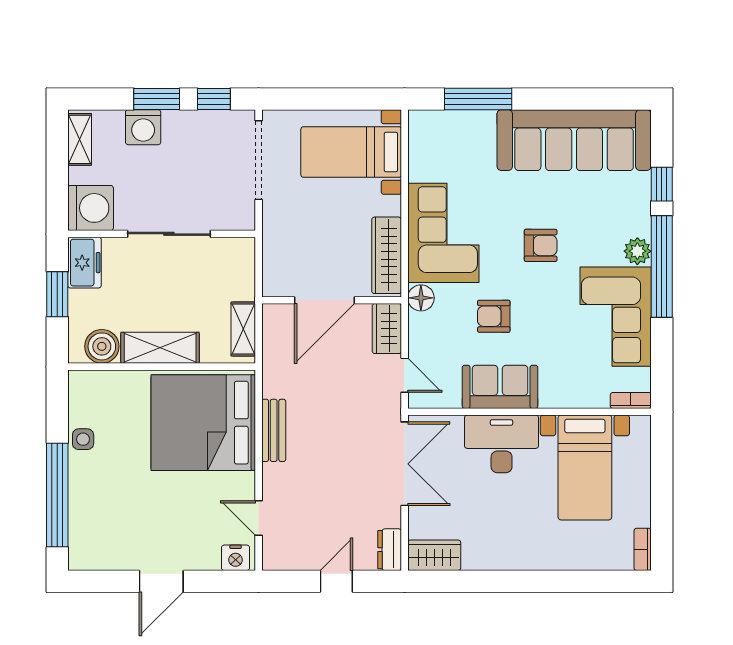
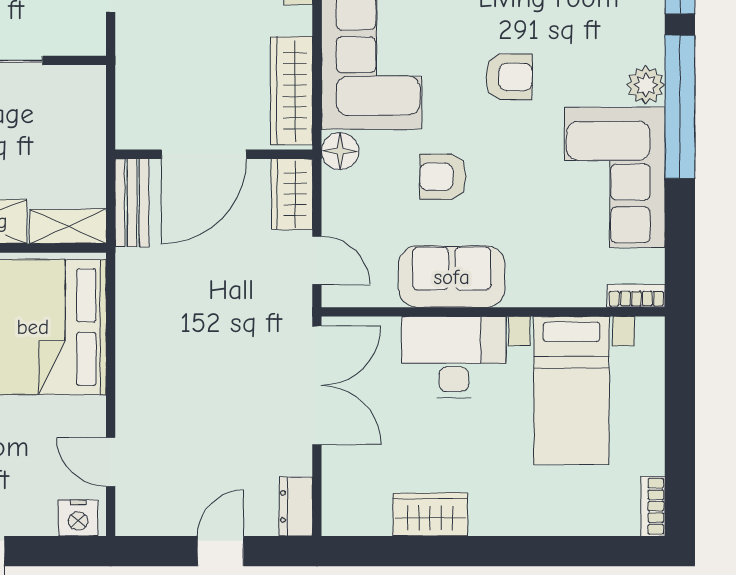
shelving: (243, 329) -> (68, 226), moved, turned 90
bench: (274, 430) -> (132, 203), moved
wardrobe: (434, 555) -> (430, 514), moved

